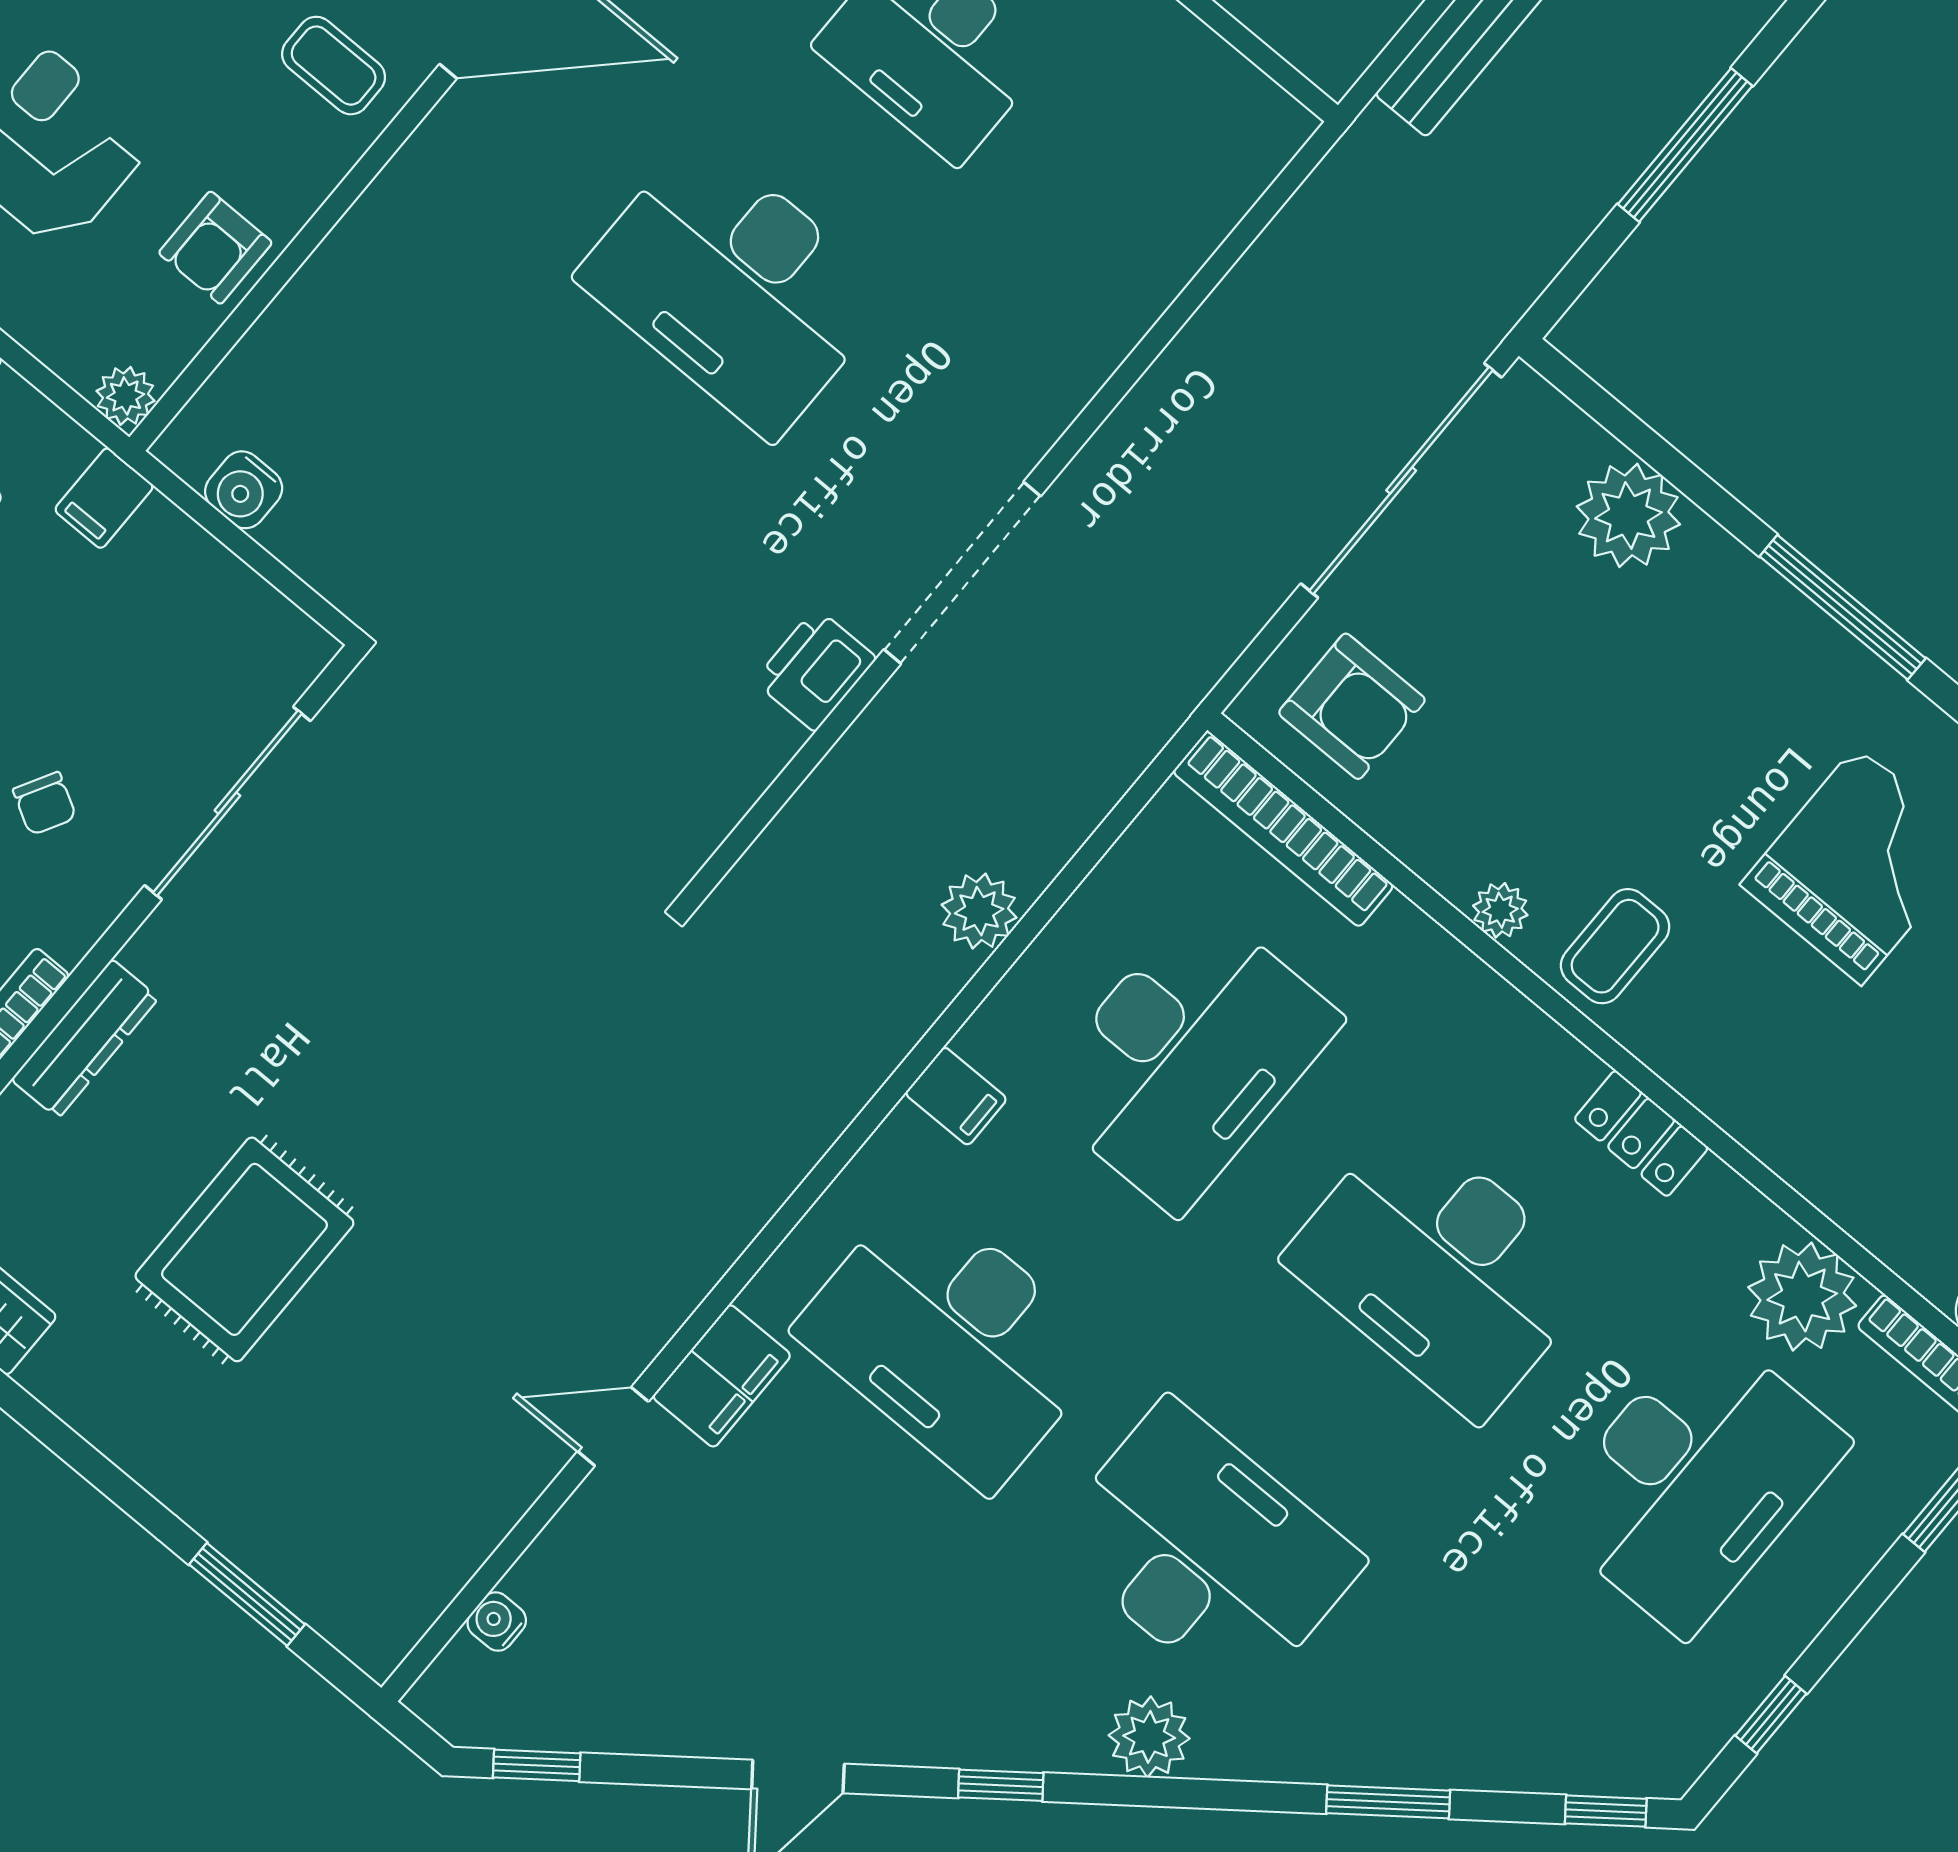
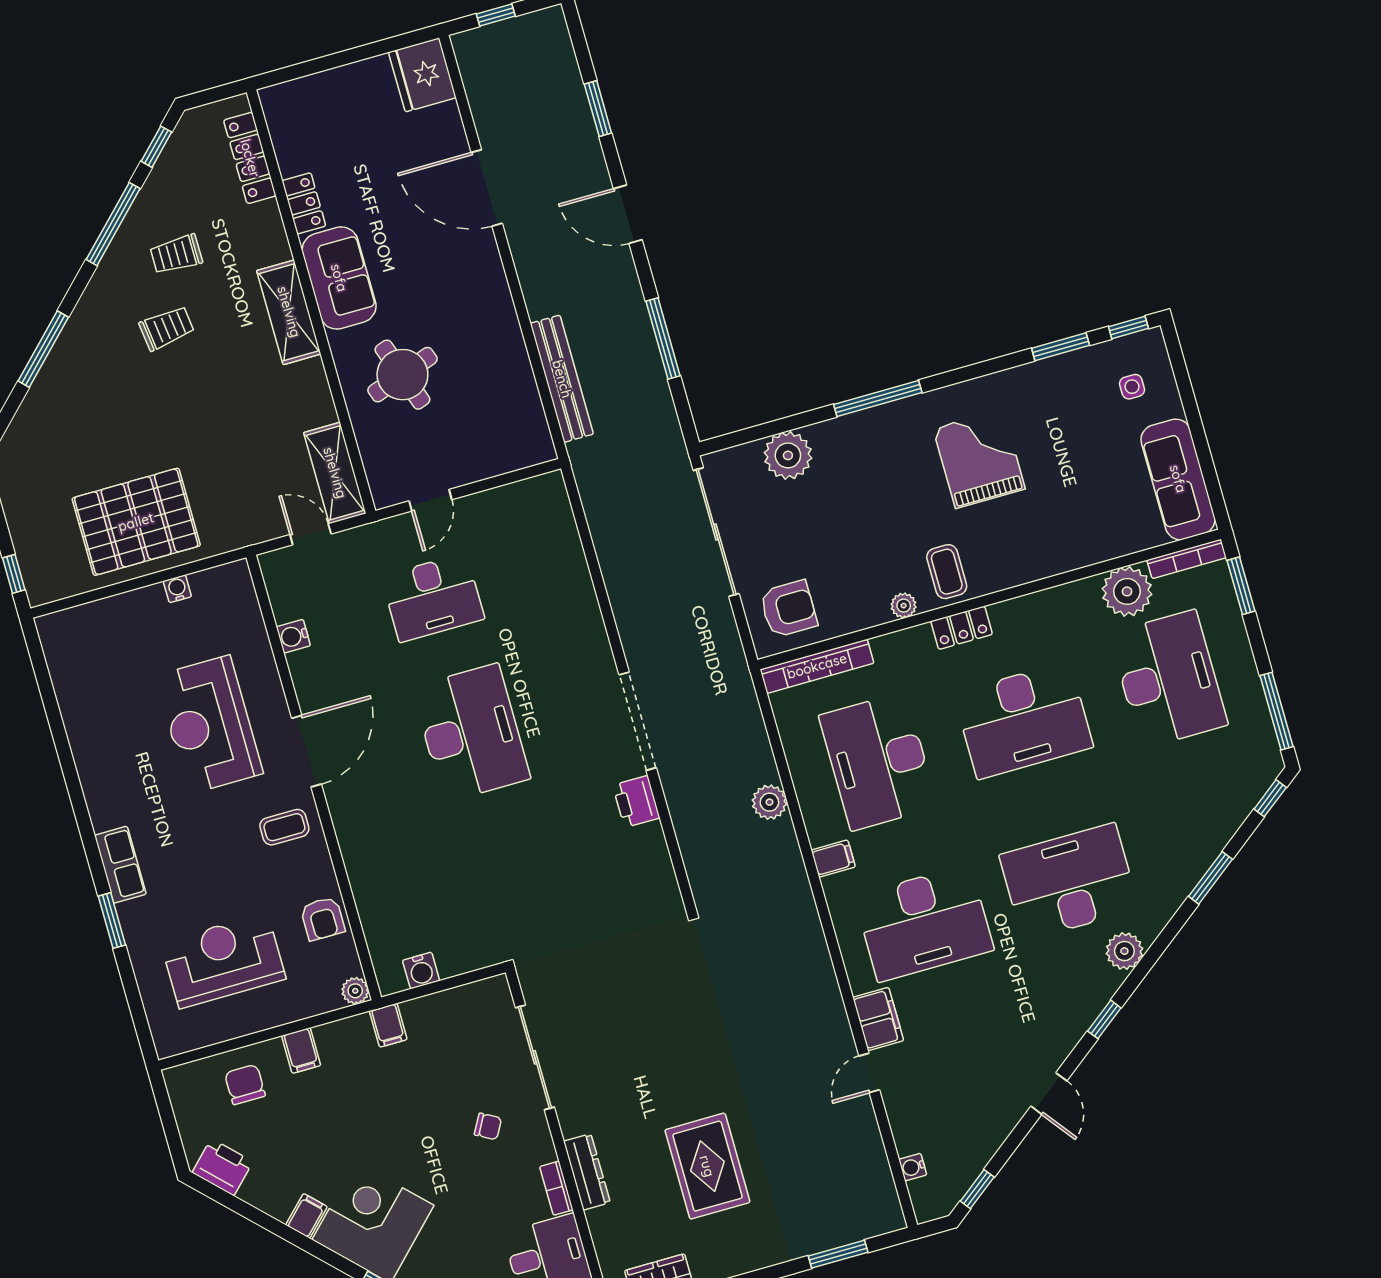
desk: (735, 286) -> (471, 733), turned -90
desk: (1187, 1057) -> (878, 761), turned 180
locker: (1641, 1134) -> (962, 628), moved
window: (1771, 1715) -> (1276, 711), width x2.17

